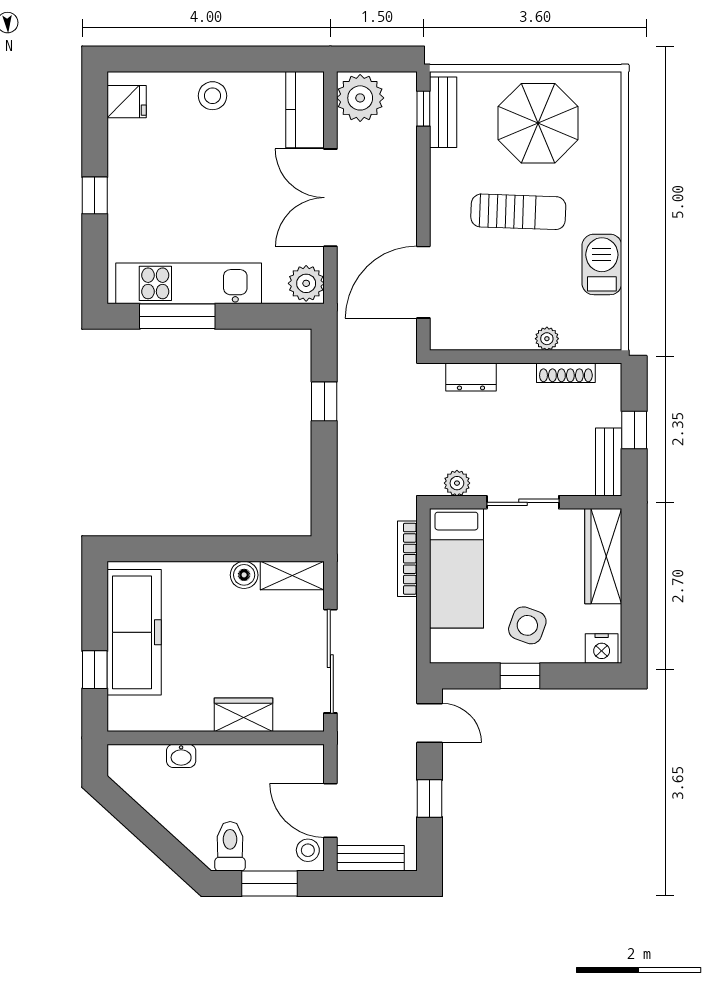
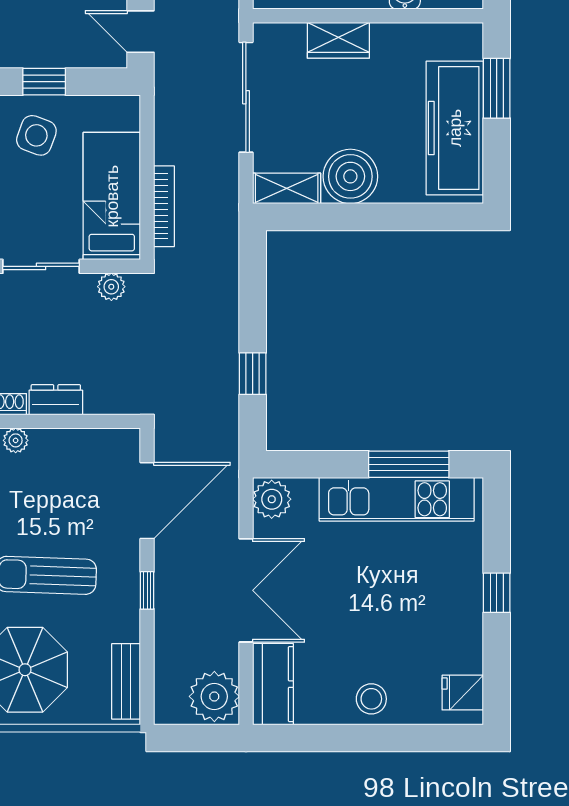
window: (423, 109) -> (147, 590), moved
dresser: (471, 377) -> (56, 400), moved
boiler: (244, 575) -> (350, 176), width x1.86, depth x1.86
window: (95, 670) -> (497, 88), width x1.50

